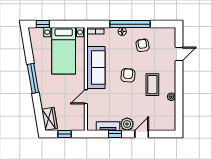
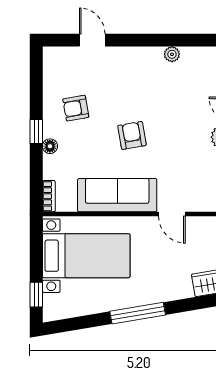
window: (130, 24) -> (36, 131), width x0.32
armchair: (128, 75) -> (132, 135), turned 75
coffee table: (152, 85) -> (150, 90), removed

